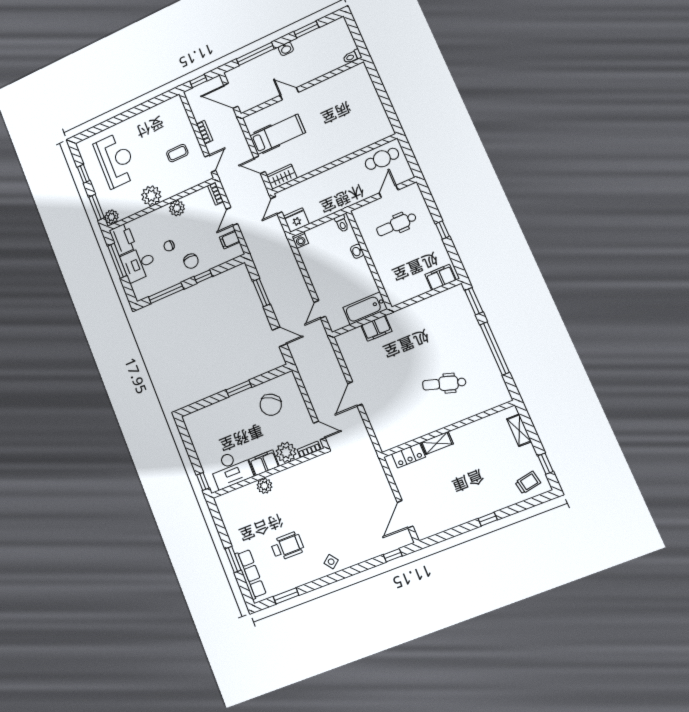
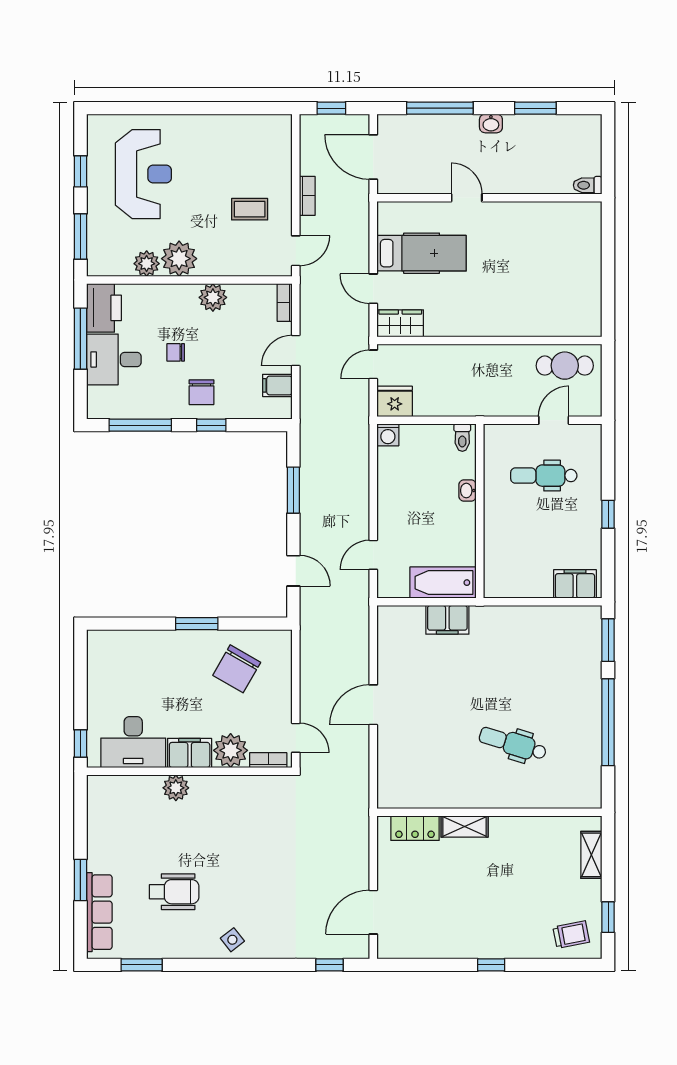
plant: (111, 217) -> (147, 264), moved

